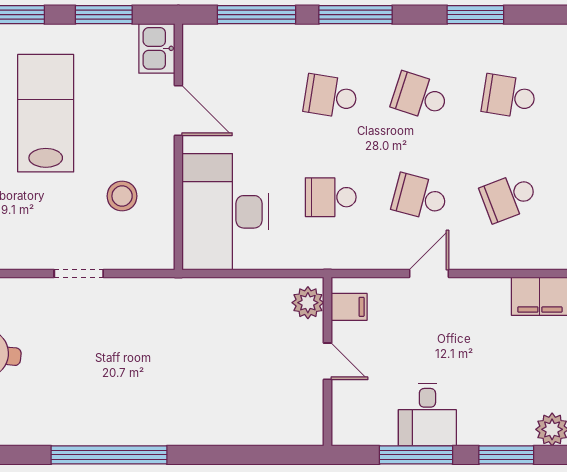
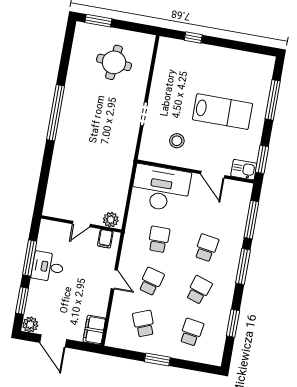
window: (104, 15) -> (262, 159), moved
door: (178, 110) -> (213, 175), hinge flipped

